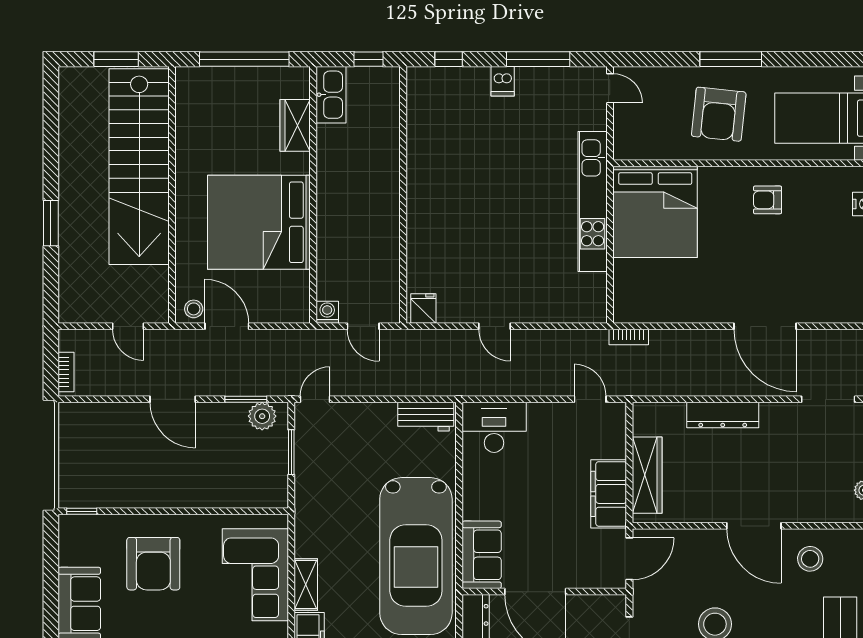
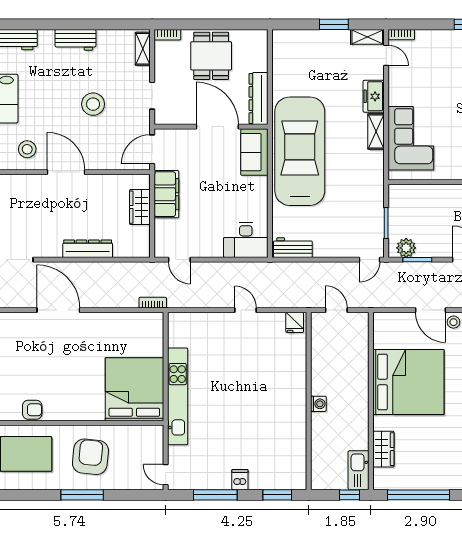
window: (368, 59) -> (349, 495), moved
window: (449, 59) -> (277, 495), width x1.50
armchair: (768, 200) -> (32, 410), moved
washing machine: (327, 312) -> (318, 404), moved, turned -90
wardrobe: (647, 475) -> (140, 207), width x0.67

